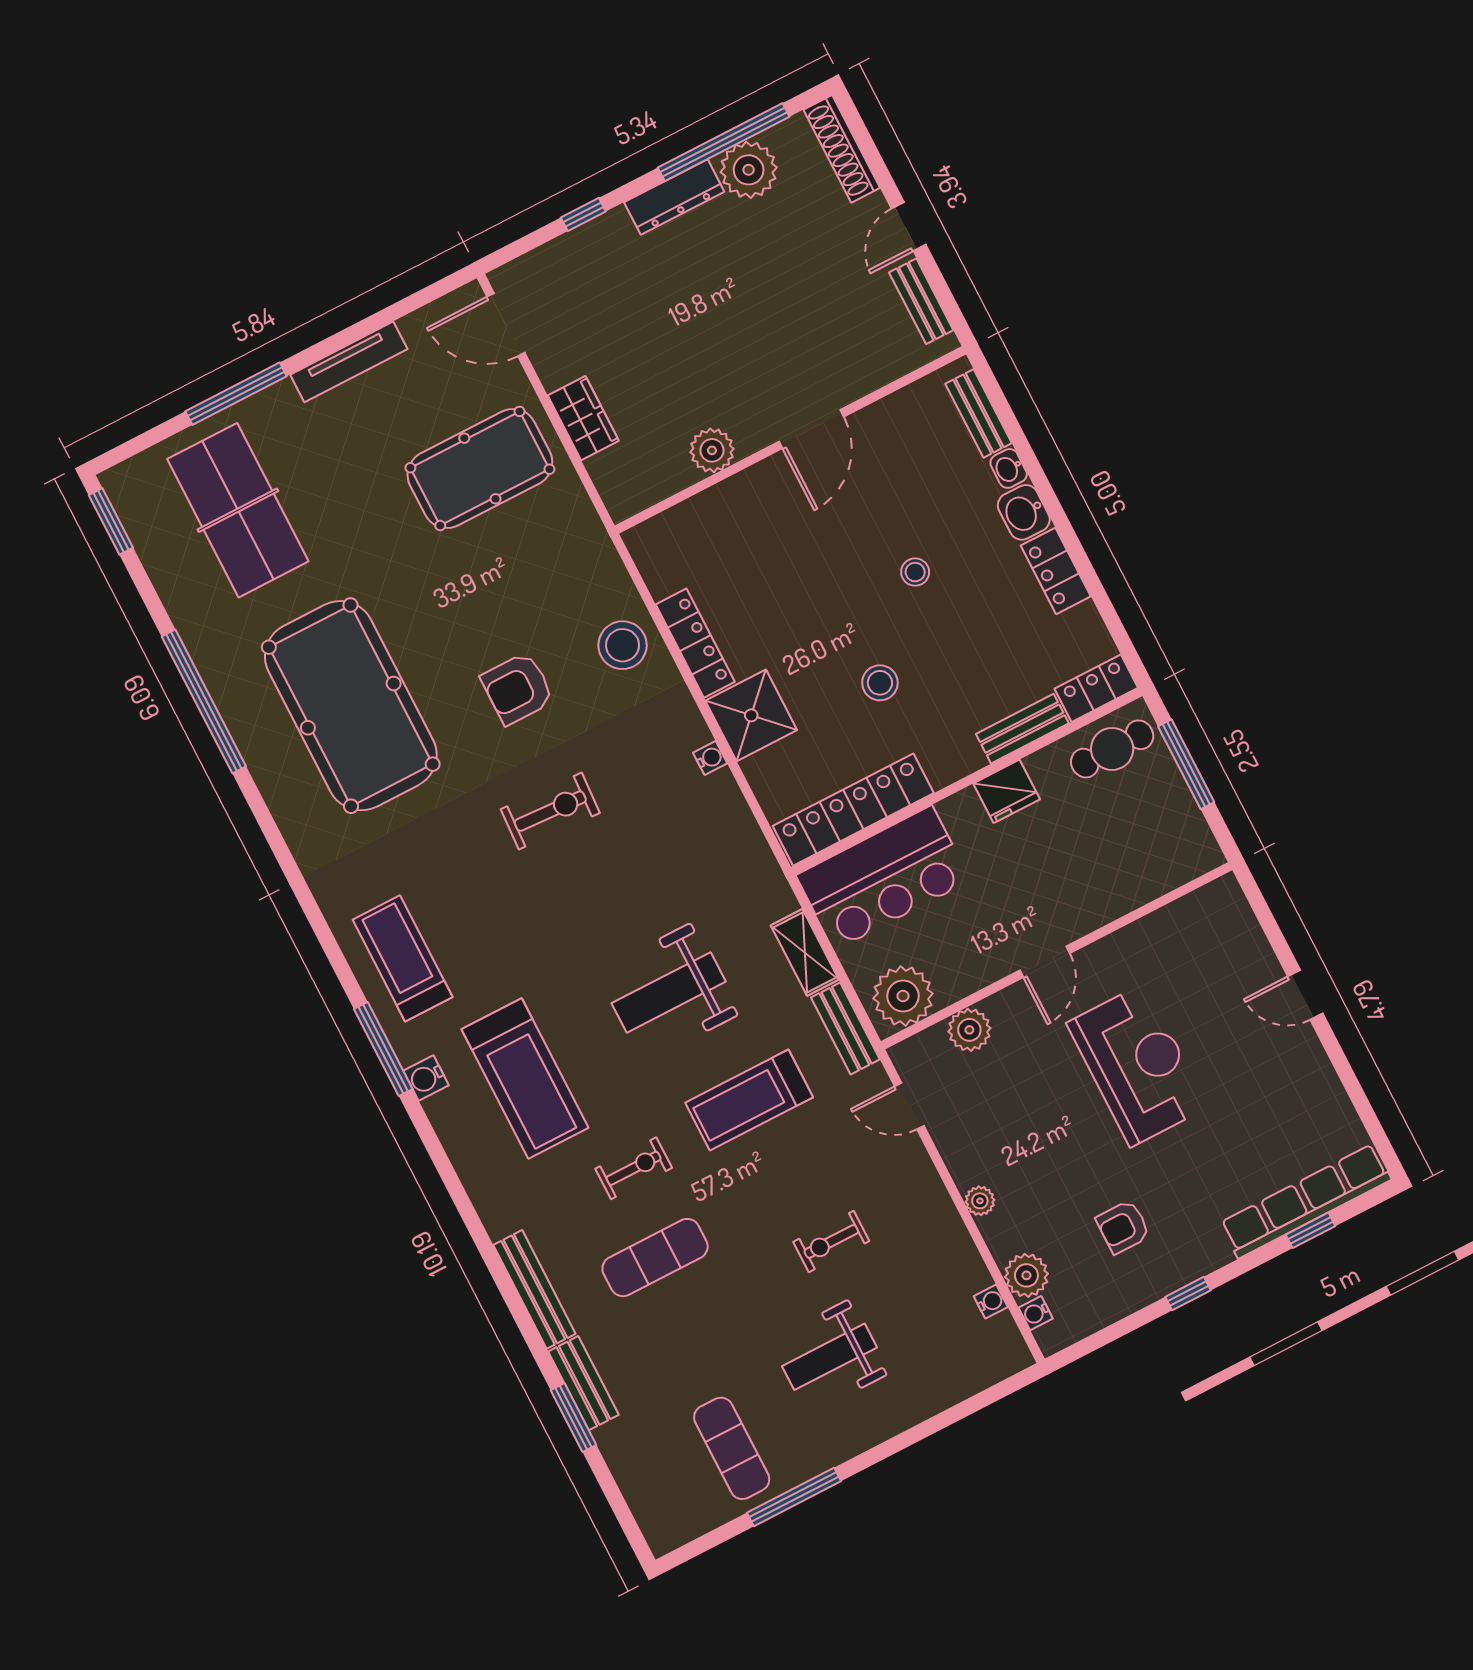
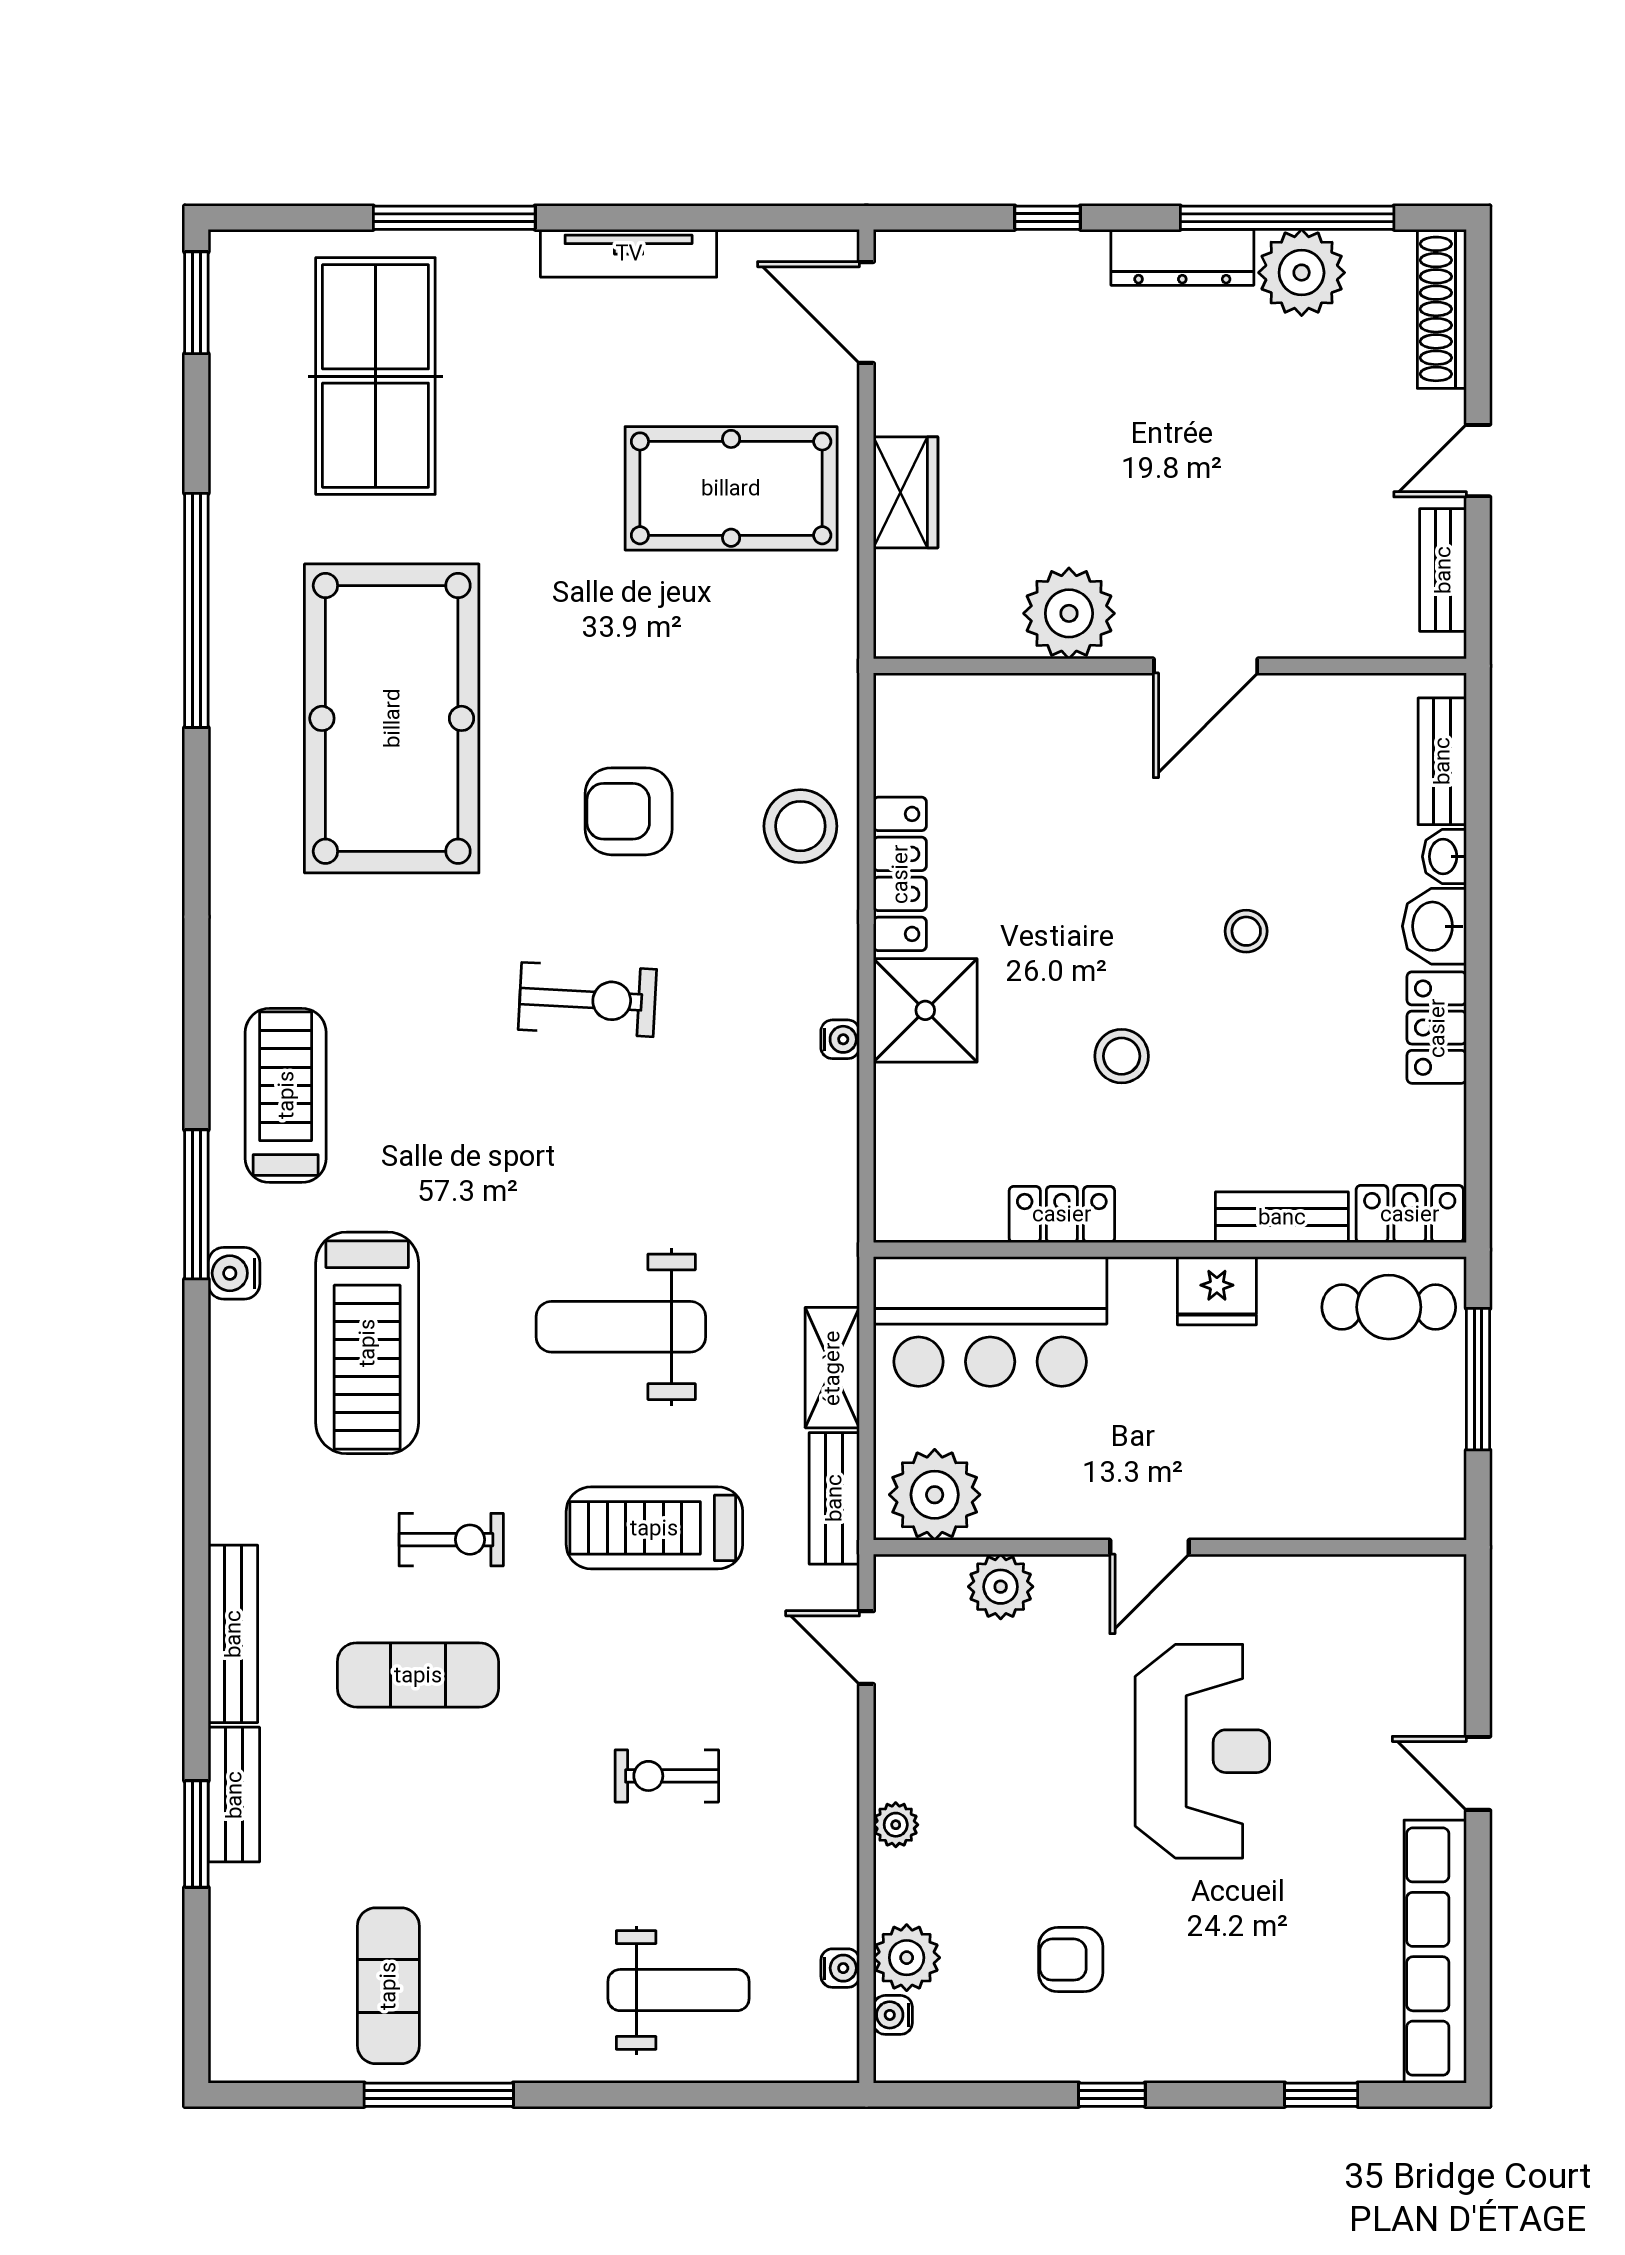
plant: (712, 450) -> (1069, 613), width x1.36, depth x1.36
locker: (853, 810) -> (1062, 1214), width x0.46, depth x0.83
row of seats: (1306, 1201) -> (1435, 1952), moved, turned -90
weight bench: (829, 1357) -> (679, 1990), moved, turned 180

